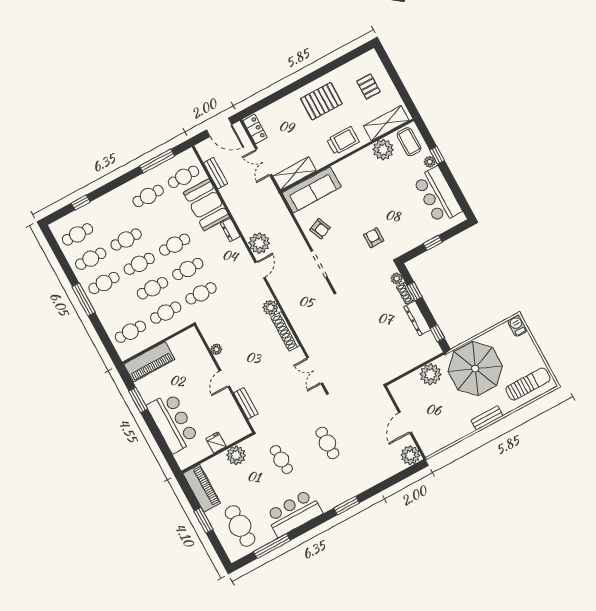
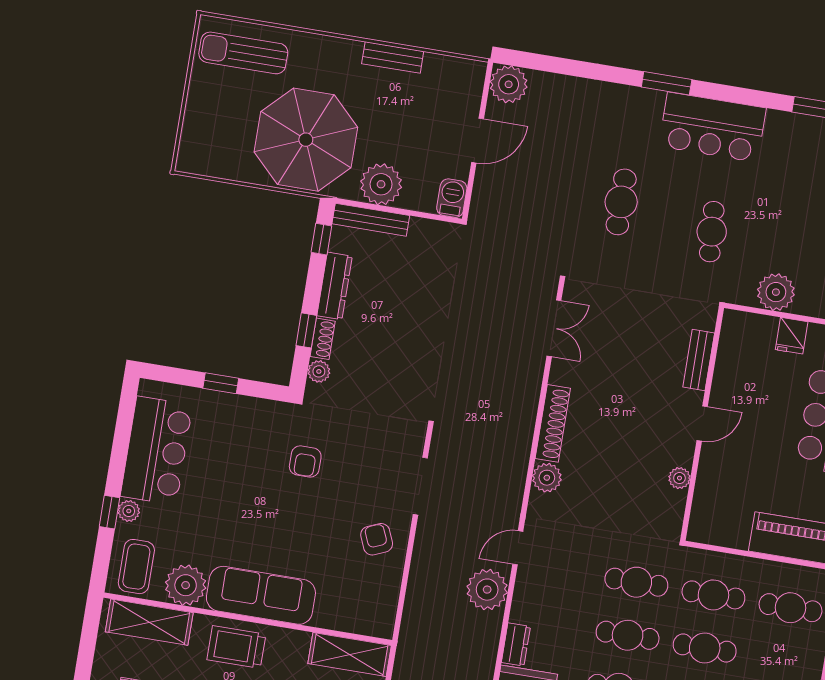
sofa: (312, 190) -> (261, 595), moved
barbecue: (517, 326) -> (452, 198), moved, turned 180
bench: (423, 357) -> (371, 220), added
bench: (487, 418) -> (393, 57), moved
bar counter: (294, 513) -> (712, 127), moved

